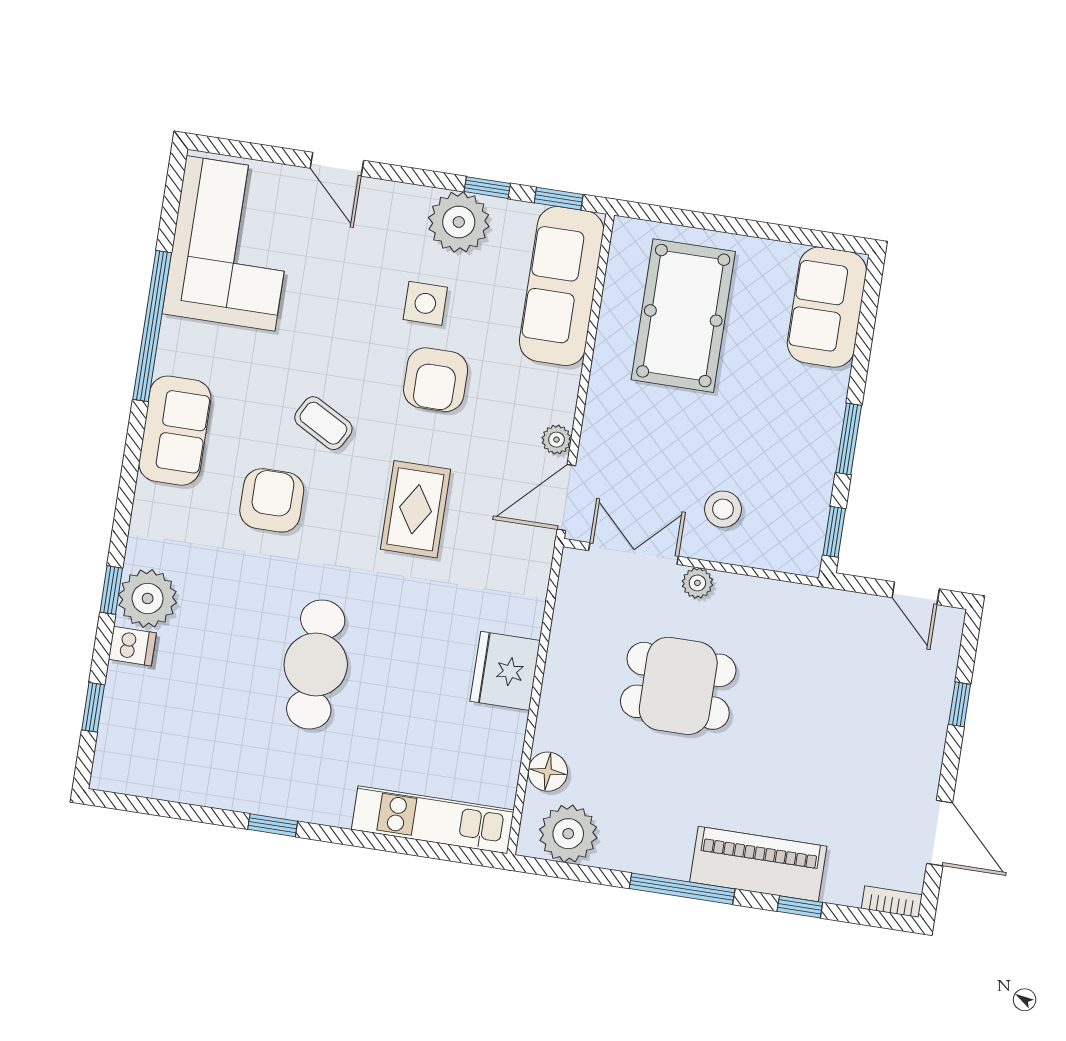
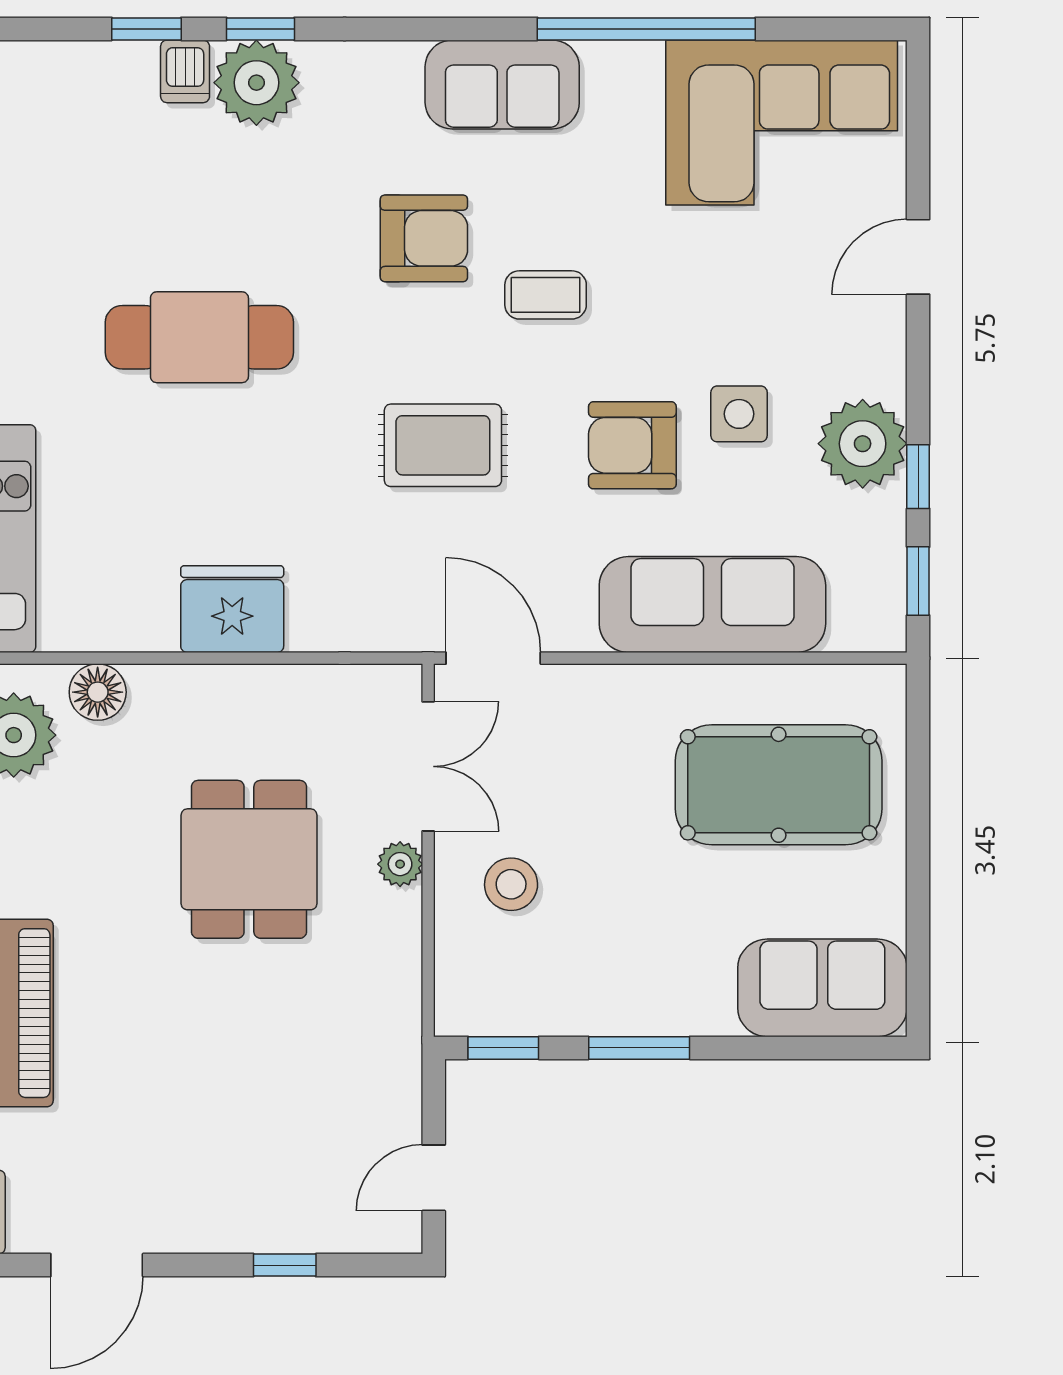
sofa: (562, 286) -> (712, 605), moved
coffee table: (323, 423) -> (546, 295), turned 61
plant: (556, 440) -> (574, 631), removed
window: (93, 707) -> (146, 29), moved

